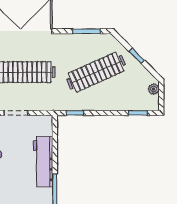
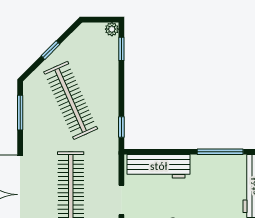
plant: (154, 89) -> (112, 29), moved
workbench: (43, 162) -> (159, 166), moved

